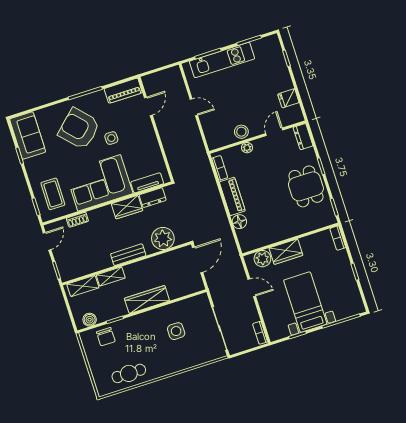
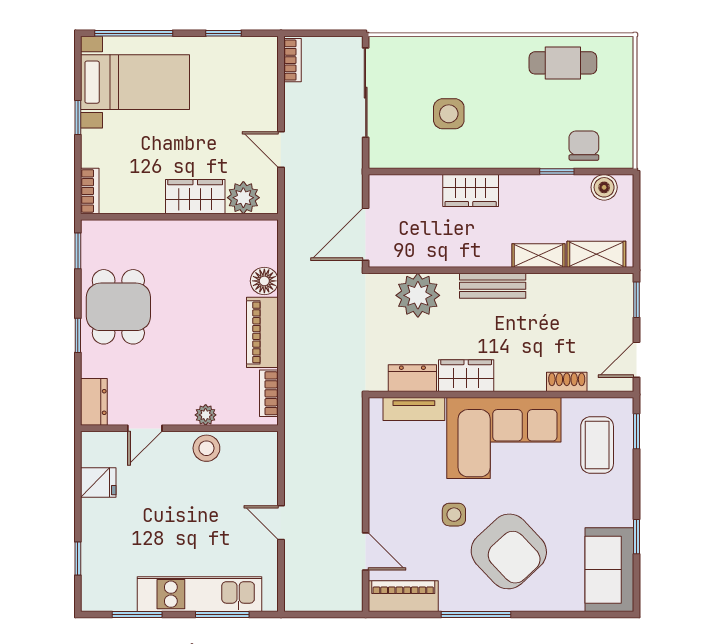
door: (148, 106) -> (366, 552), swing flipped
wardrobe: (147, 300) -> (471, 190), width x0.67
bed with nightstands: (305, 302) -> (135, 82), moved, turned -90

